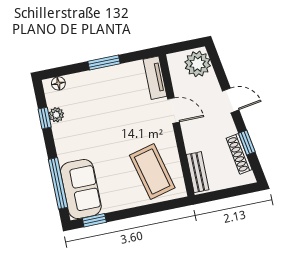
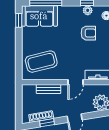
armchair: (92, 106) -> (88, 33), added
bench: (198, 172) -> (49, 89), moved

